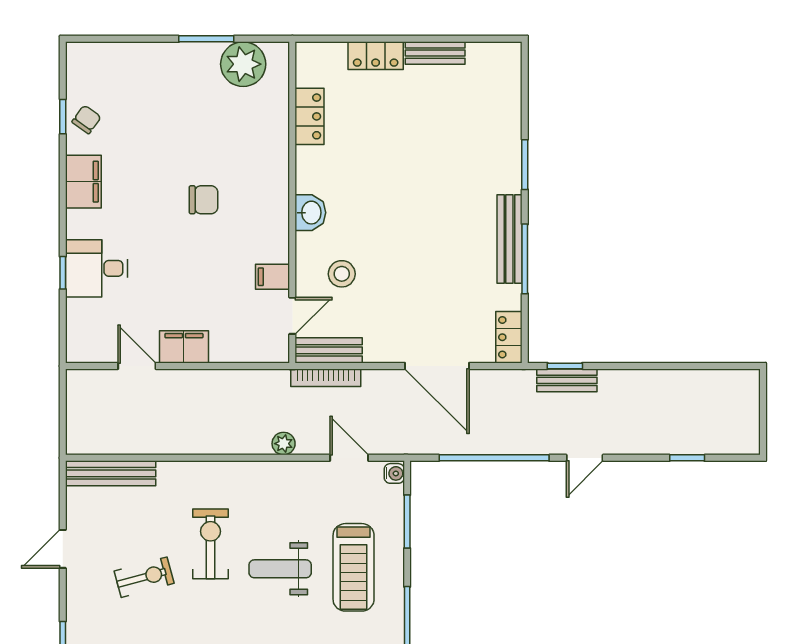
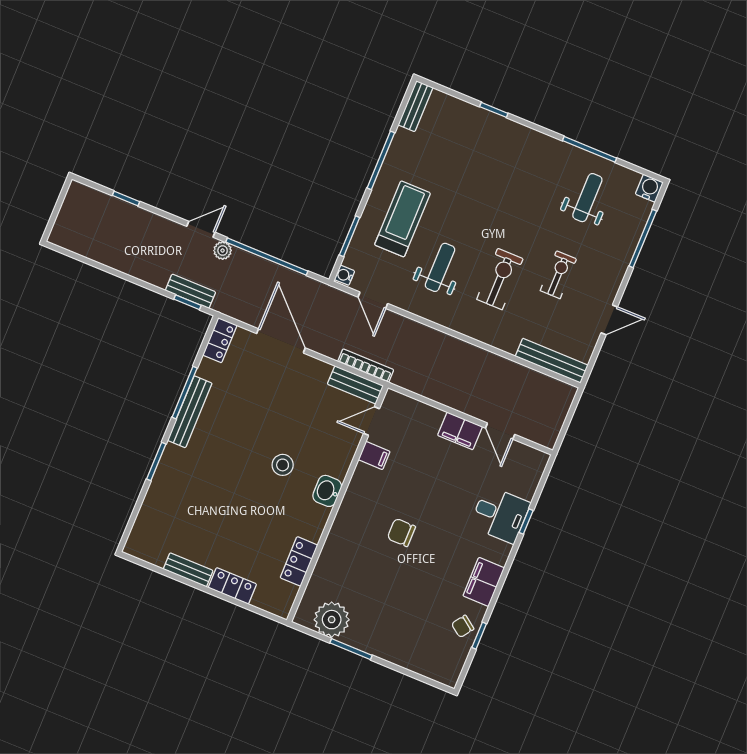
stool: (342, 274) -> (283, 465), moved
plant: (284, 444) -> (223, 251), moved
exercise bike: (210, 544) -> (500, 279), turned 180
weight bench: (280, 569) -> (440, 267), moved, turned -90
exercise bike: (144, 577) -> (558, 275), turned 105

